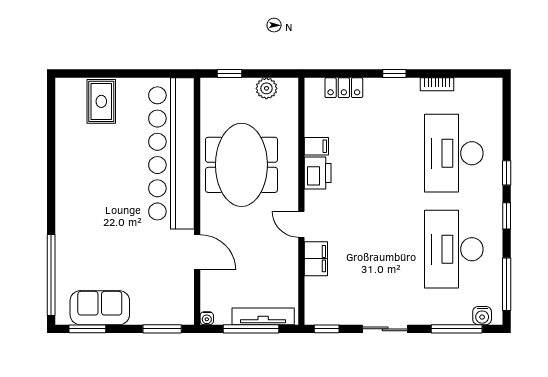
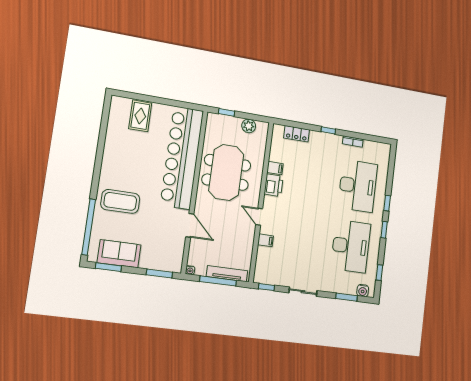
desk: (454, 153) -> (358, 186), turned 180
coffee table: (91, 232) -> (120, 201), added
desk: (454, 249) -> (351, 246), turned 180
filing cabinet: (316, 259) -> (266, 240), width x0.50
window: (507, 284) -> (379, 273), width x0.46
window: (457, 329) -> (347, 297), width x0.69

